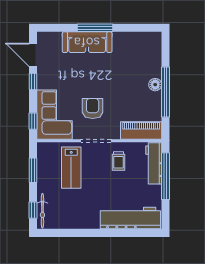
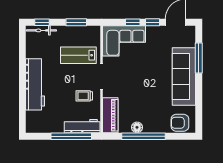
window: (95, 28) -> (199, 58), moved
sofa: (87, 42) -> (184, 76), width x1.36, depth x1.27
floor lamp: (155, 85) -> (137, 127), moved
armchair: (93, 108) -> (180, 123), moved, turned 180
window: (33, 121) -> (133, 22), moved
workbench: (130, 218) -> (35, 84), moved

